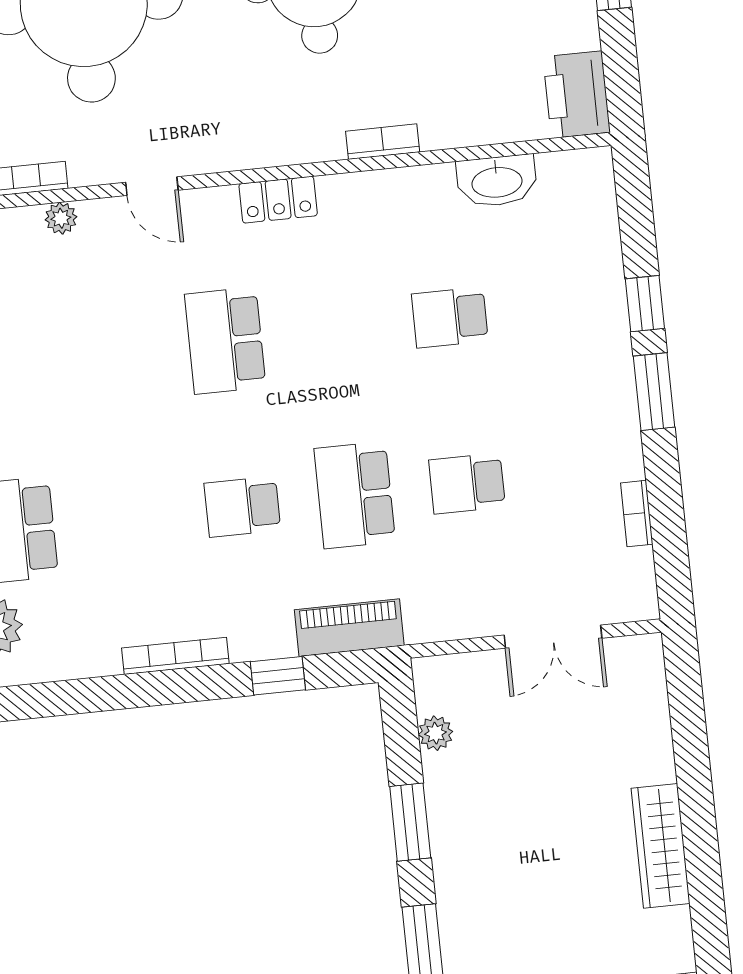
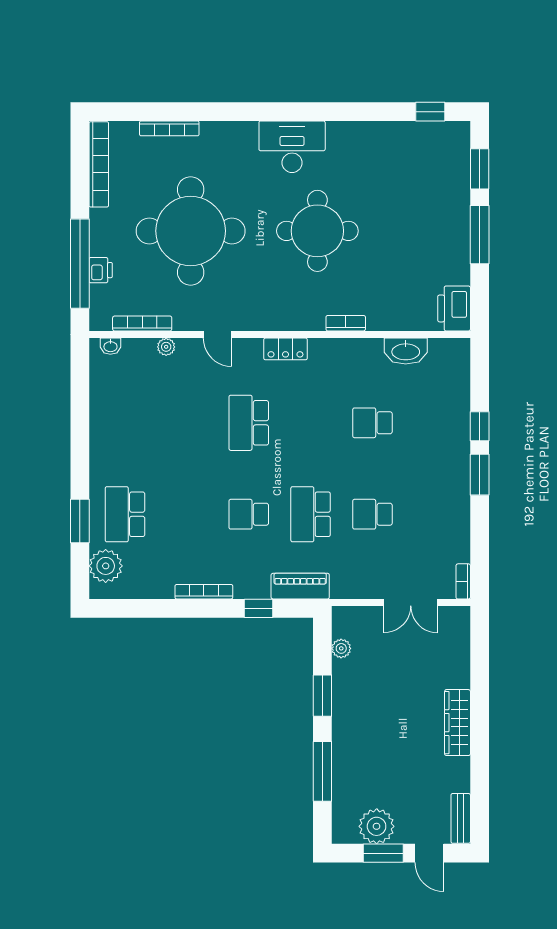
bookcase: (637, 514) -> (463, 581), moved

